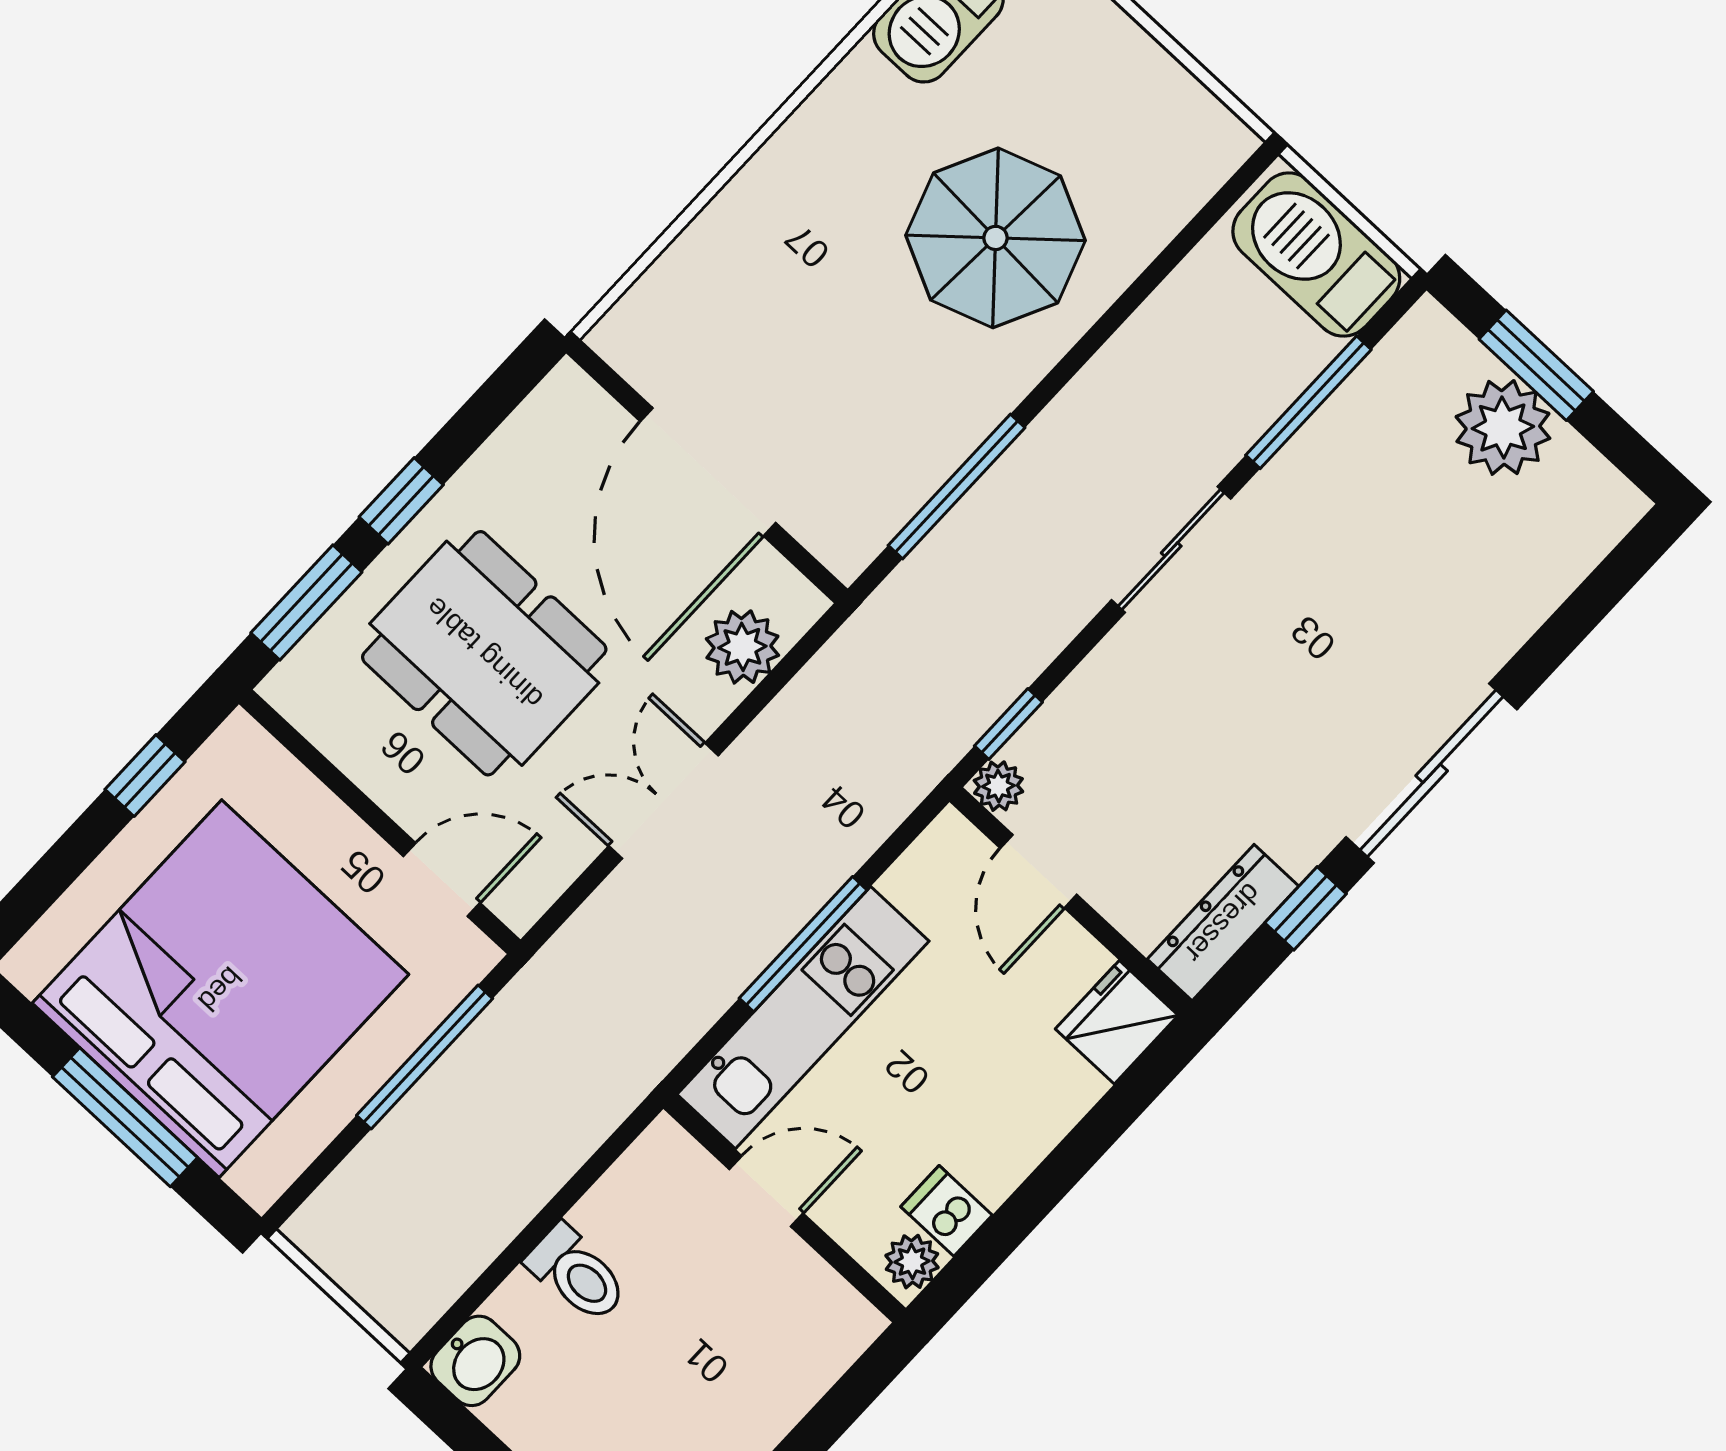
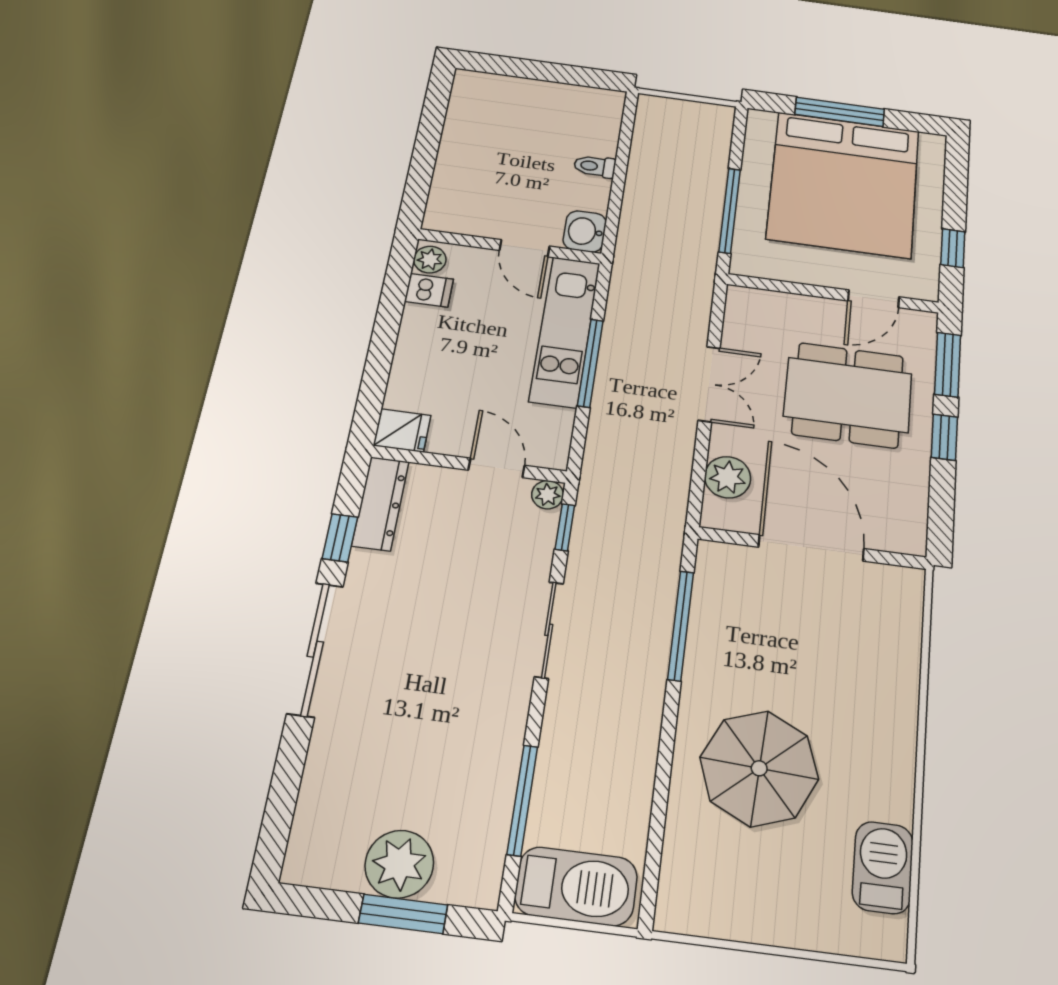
sliding door: (1171, 549) -> (549, 630), moved
door: (442, 880) -> (874, 299), moved
fridge: (1117, 1022) -> (402, 430), width x0.72
door: (766, 1191) -> (524, 248), hinge flipped
toilet: (577, 1274) -> (595, 166), width x0.73, depth x0.72
washbasin: (475, 1361) -> (585, 231), moved

